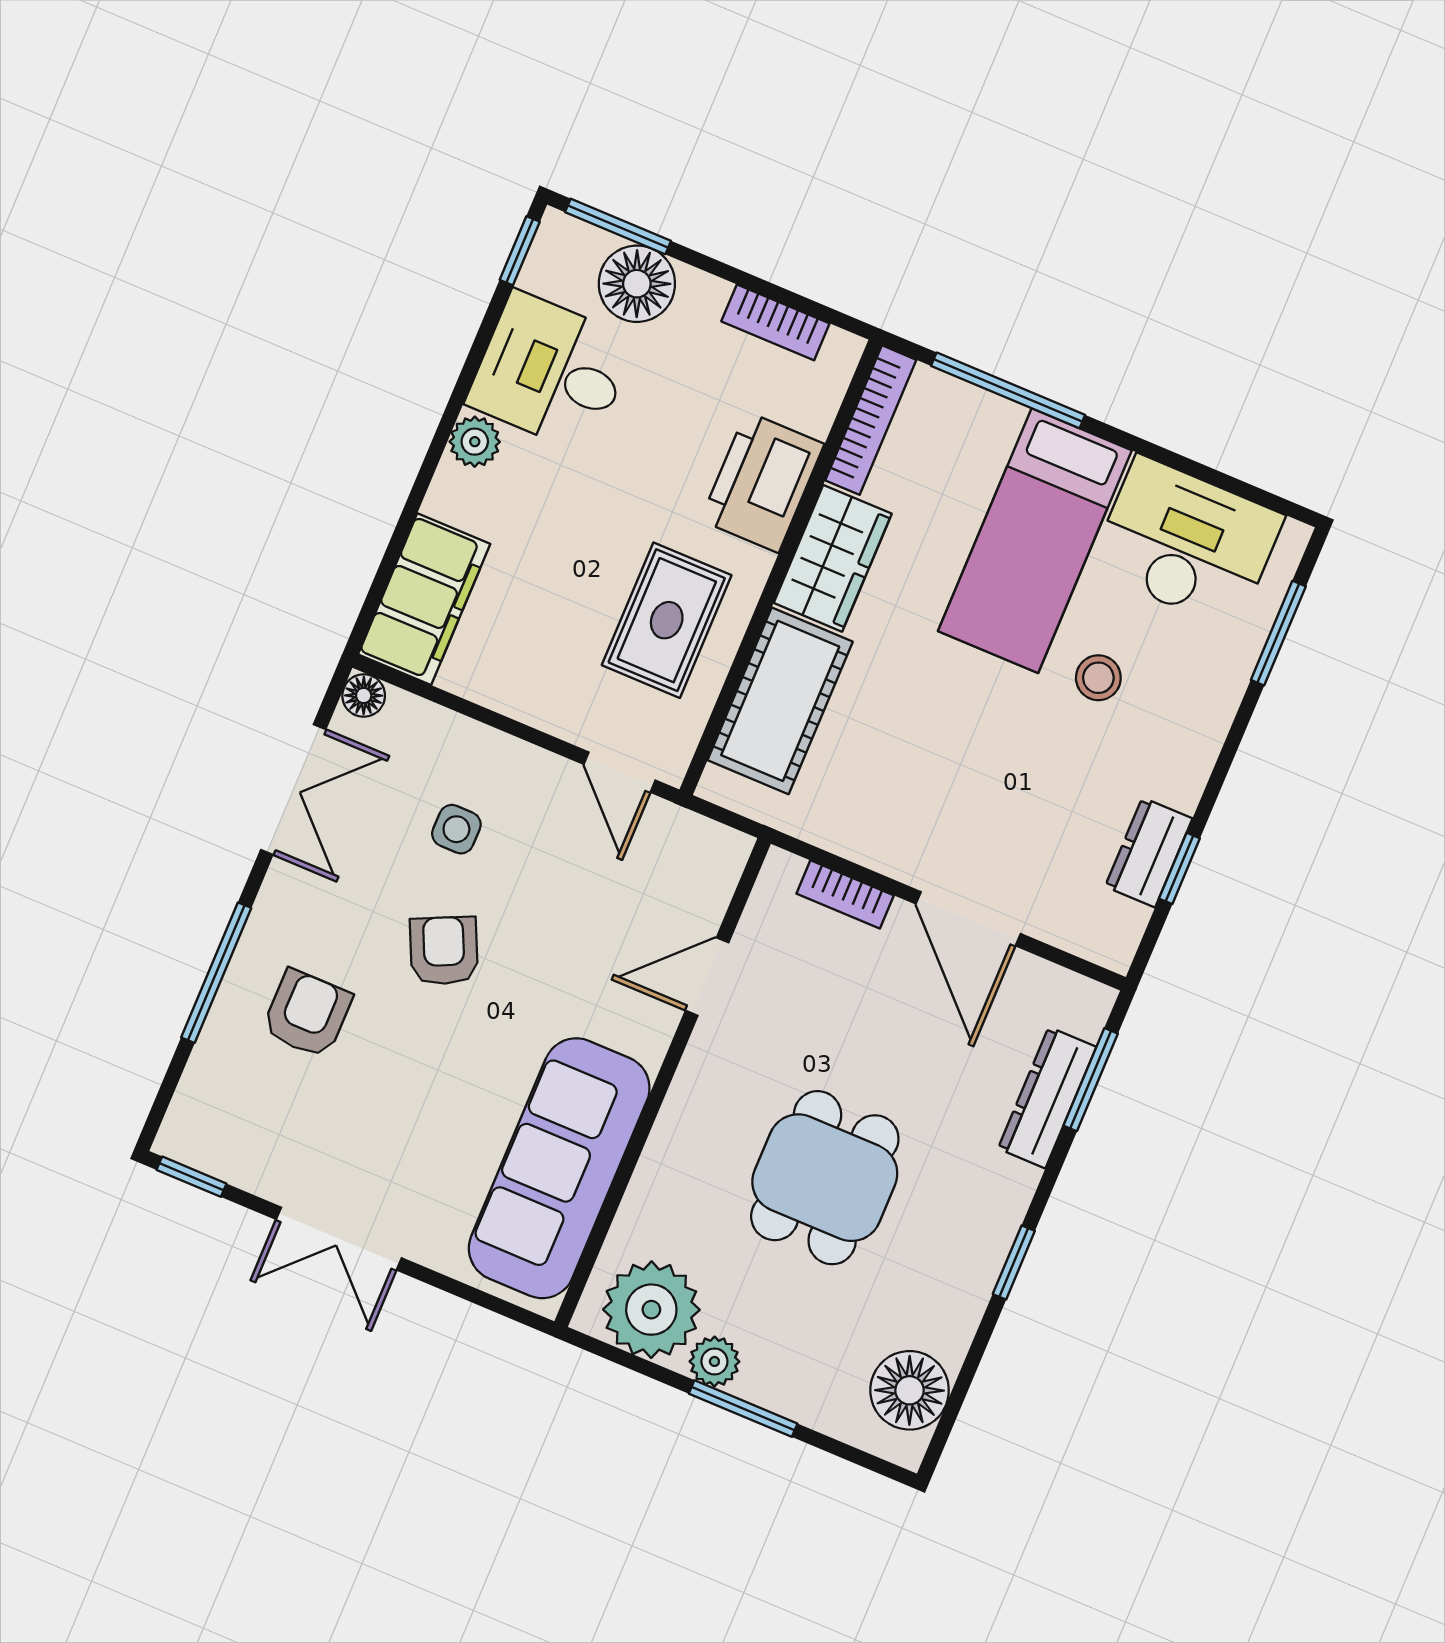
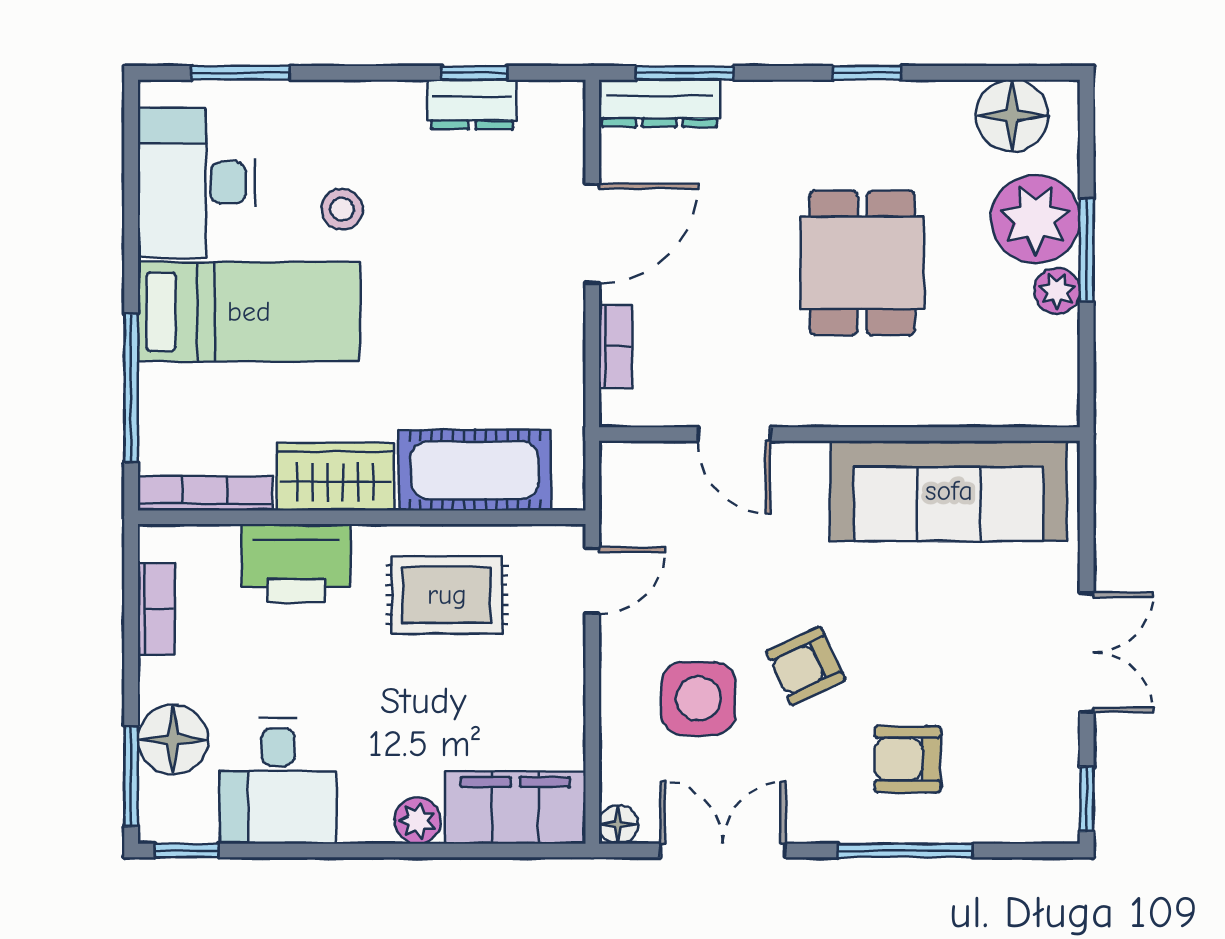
plant: (475, 442) -> (417, 821), moved
side table: (456, 829) -> (698, 698), width x1.87, depth x1.87
dresser: (1047, 1098) -> (660, 103), moved
dining table: (825, 1178) -> (862, 263), turned 90
plant: (651, 1310) -> (1036, 219), moved

